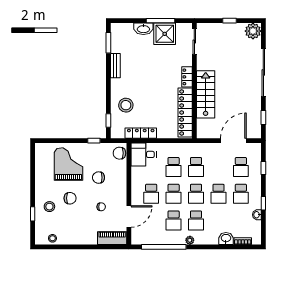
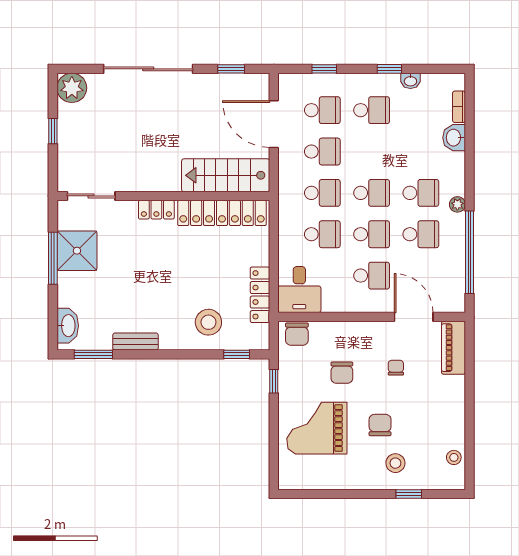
washbasin: (143, 29) -> (68, 326), moved
stairs: (206, 94) -> (226, 175), moved
school desk: (218, 194) -> (322, 152), moved

